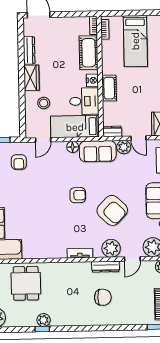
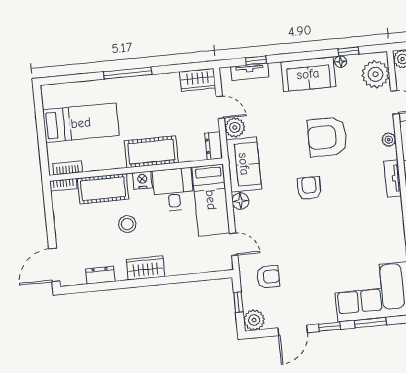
dresser: (29, 50) -> (100, 275), width x0.70
cot: (109, 88) -> (151, 152), width x1.37, depth x1.34
stool: (44, 103) -> (127, 224), moved
door: (138, 138) -> (220, 107), hinge flipped
armchair: (112, 210) -> (327, 137), turned -134
plant: (111, 248) -> (389, 140), width x0.53, depth x0.53

